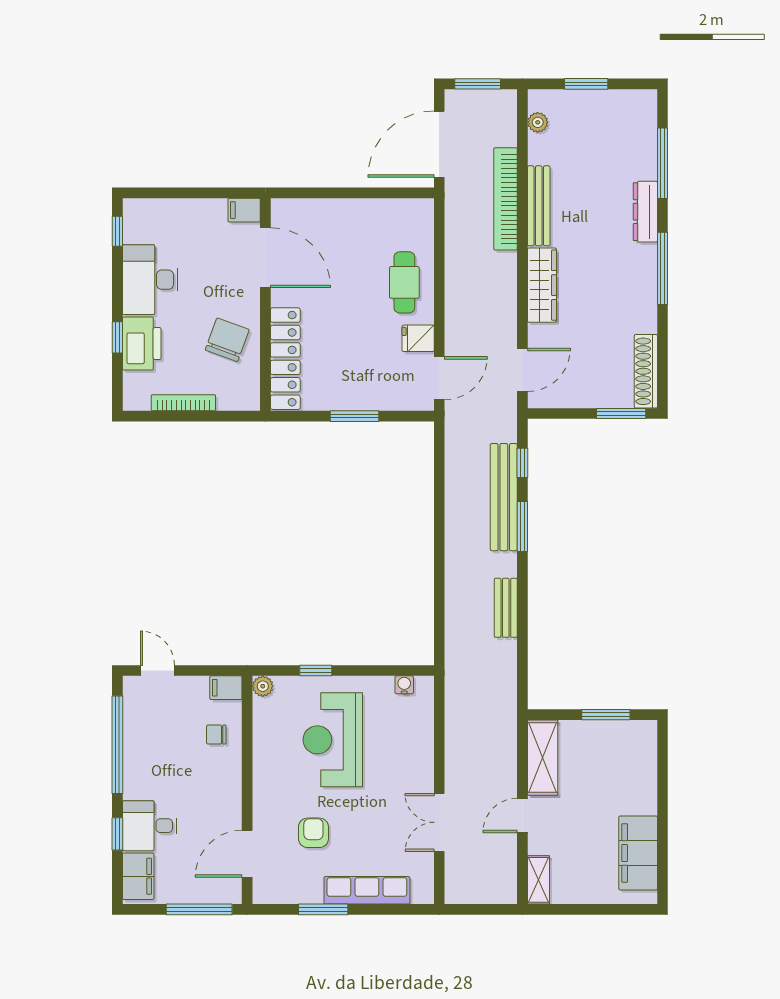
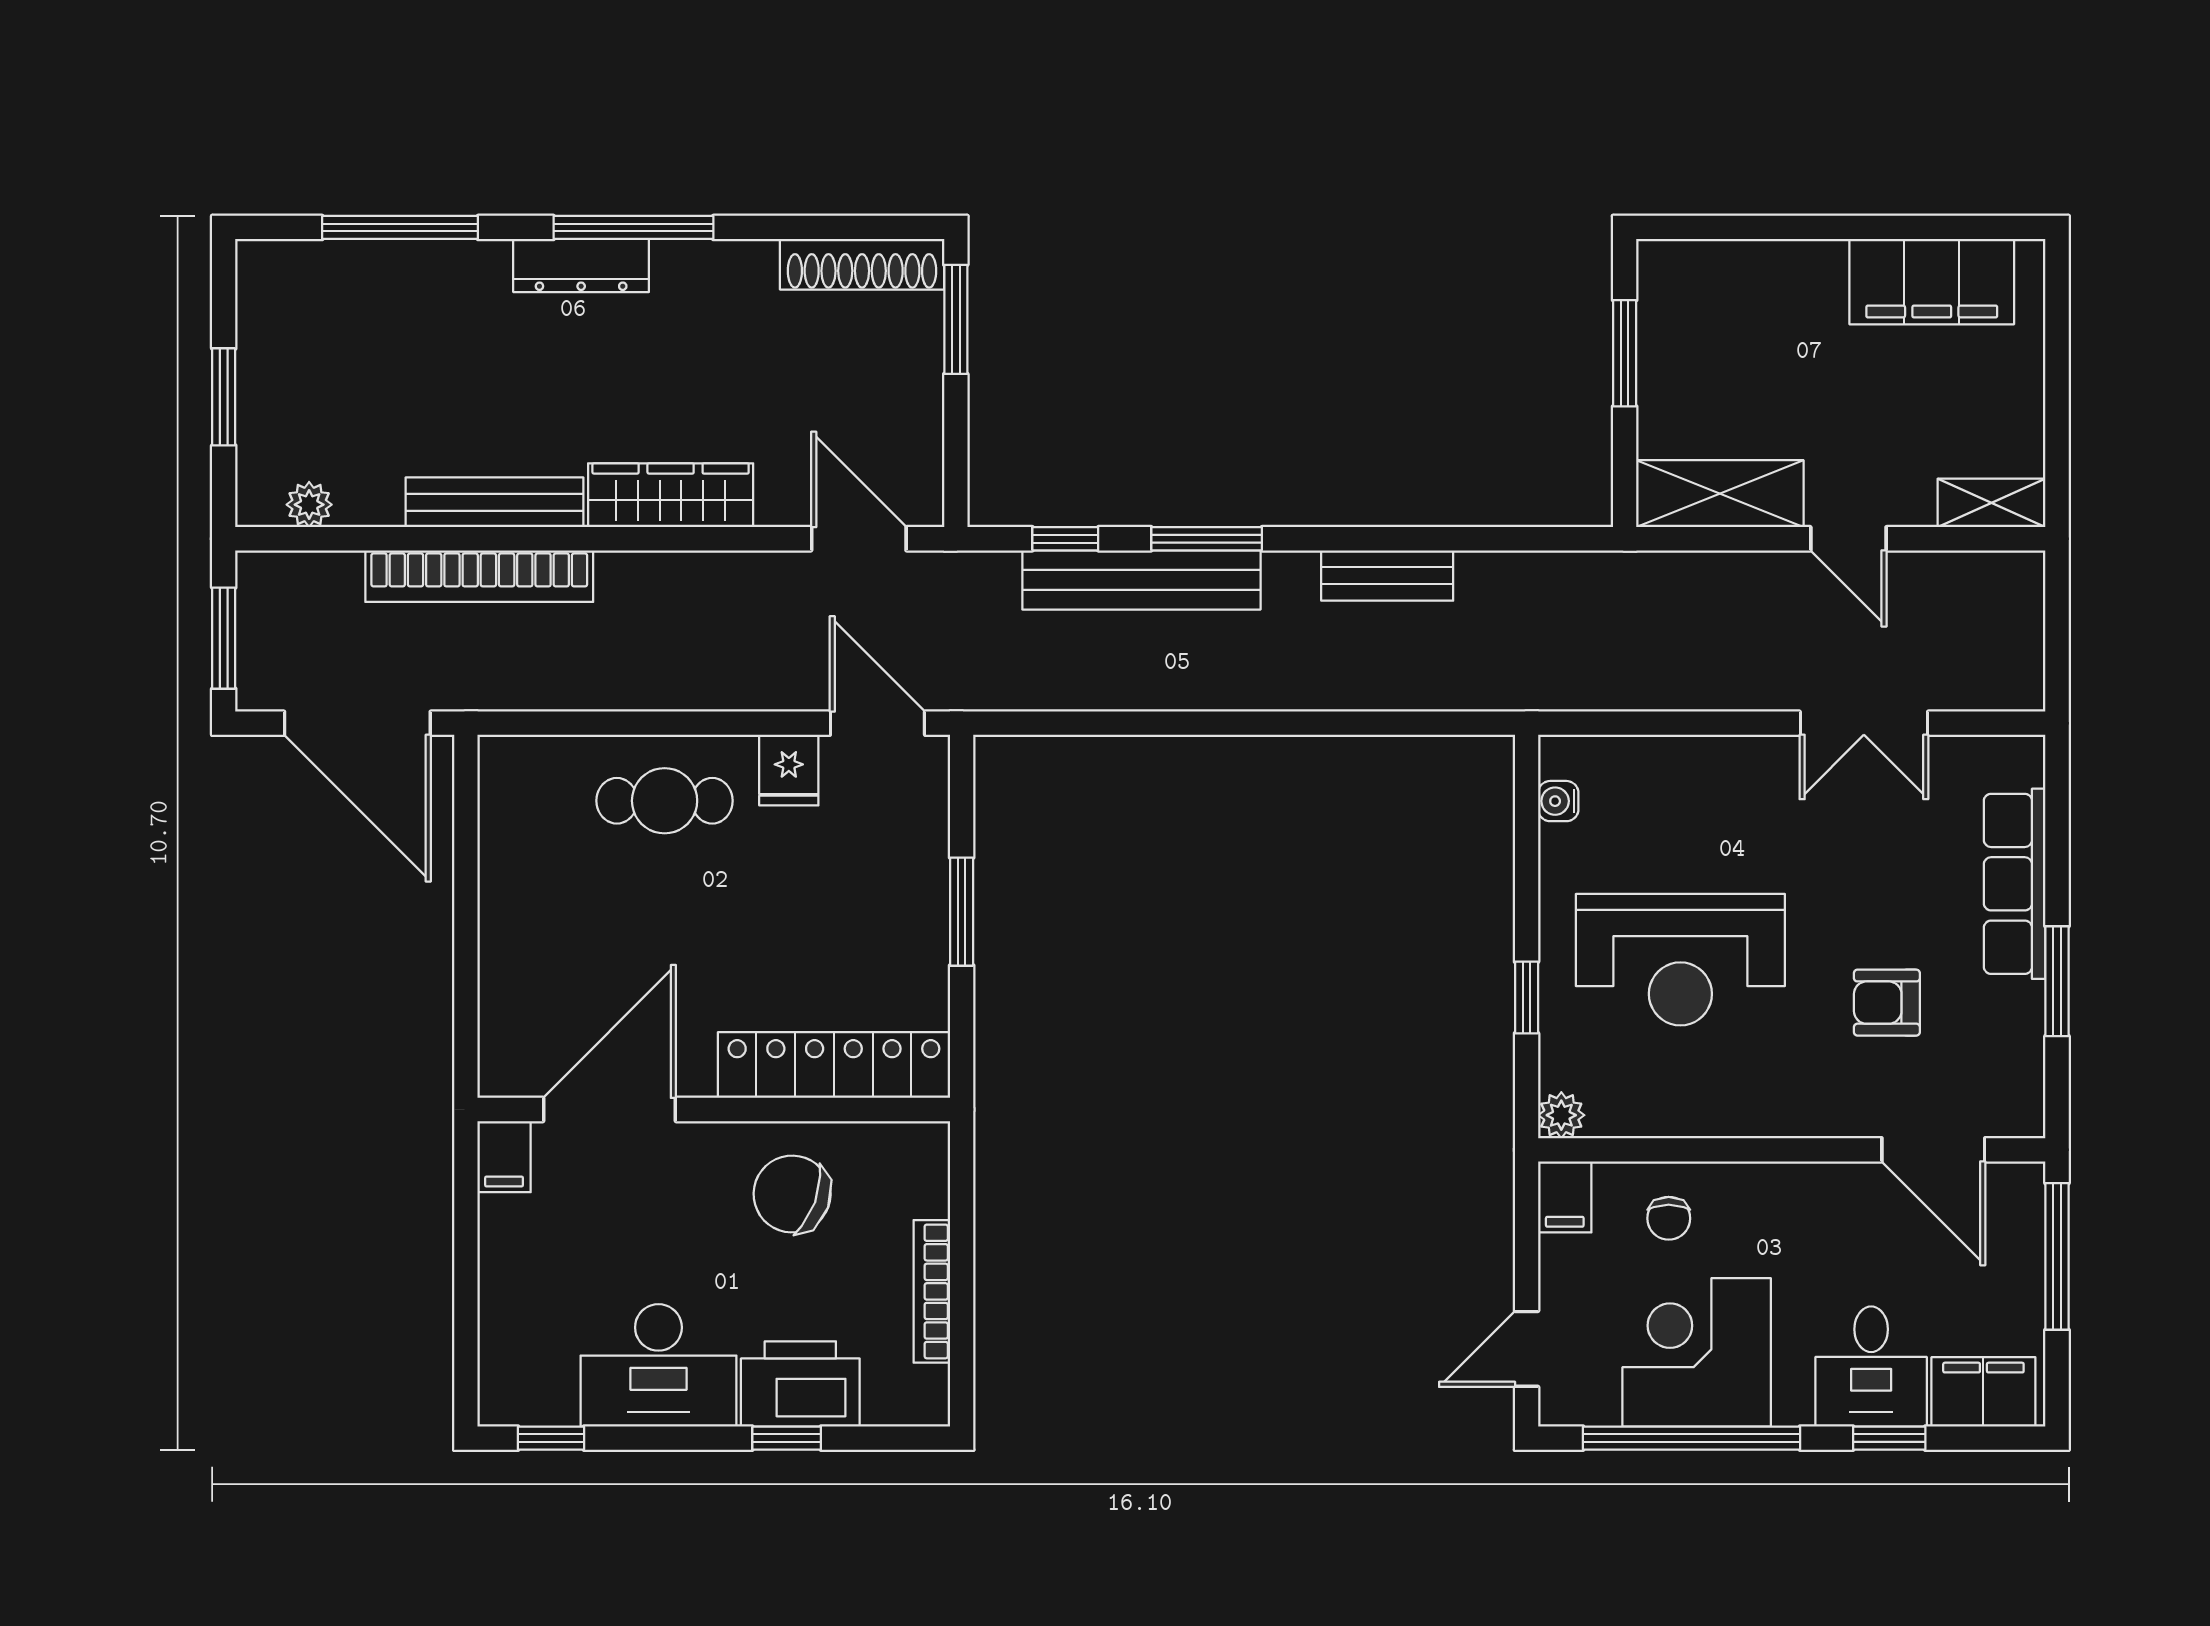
dresser: (645, 212) -> (581, 266), moved
corner desk: (156, 747) -> (1697, 1352), added

